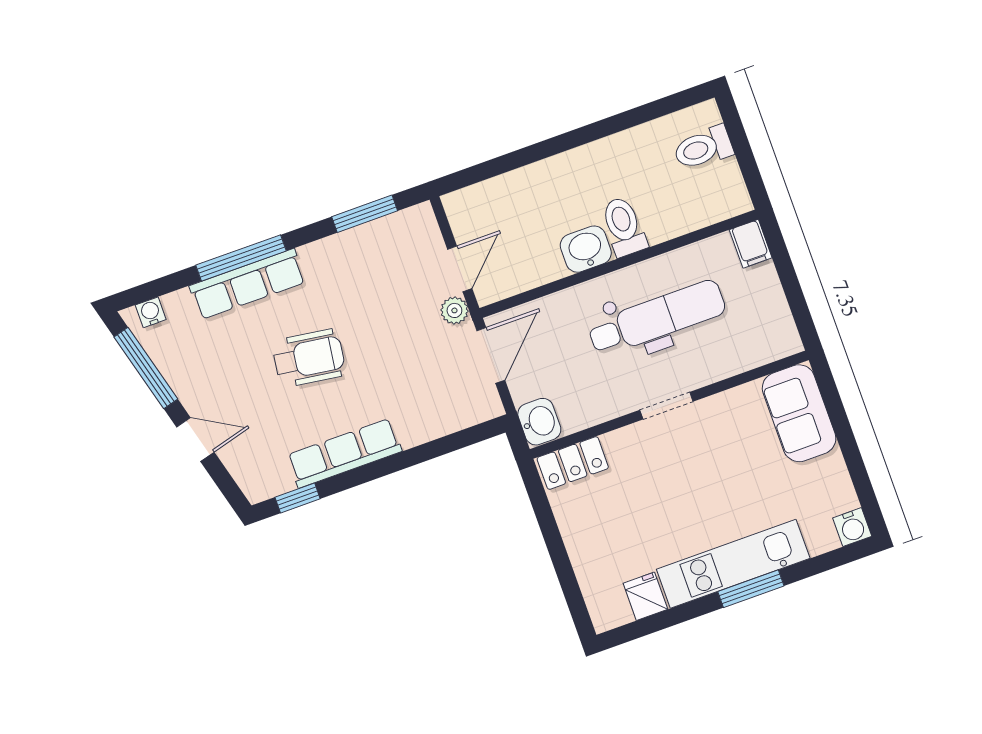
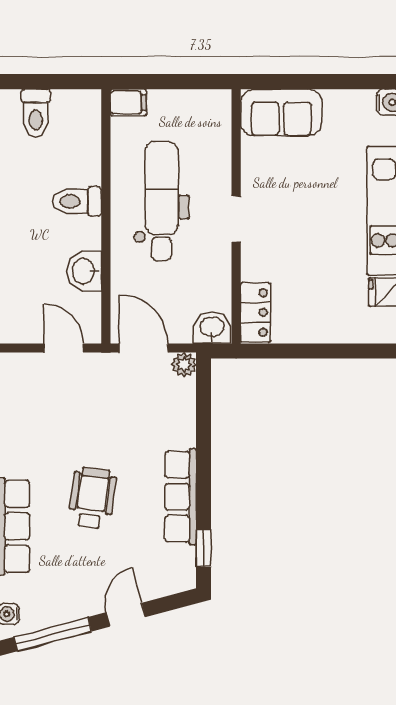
washbasin: (586, 249) -> (84, 271), moved
plant: (454, 310) -> (184, 365), moved

